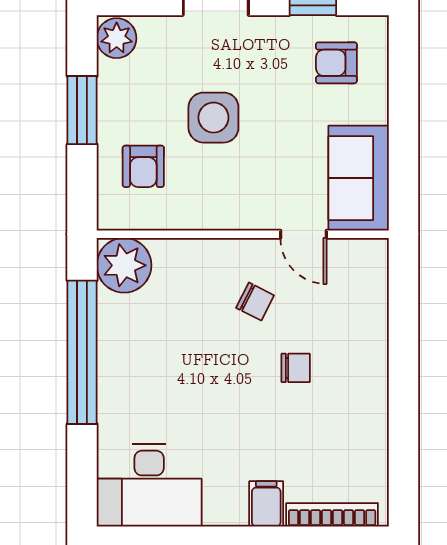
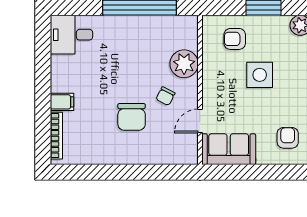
plant: (124, 265) -> (184, 64), moved
chair: (296, 368) -> (132, 117), width x1.87, depth x1.87
desk: (149, 485) -> (71, 35), width x0.73

